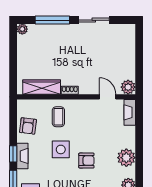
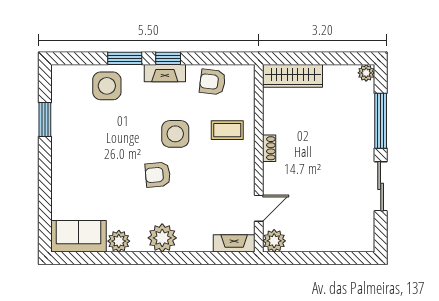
wardrobe: (42, 87) -> (293, 76), moved, turned 90
armchair: (86, 161) -> (158, 175), turned 85

